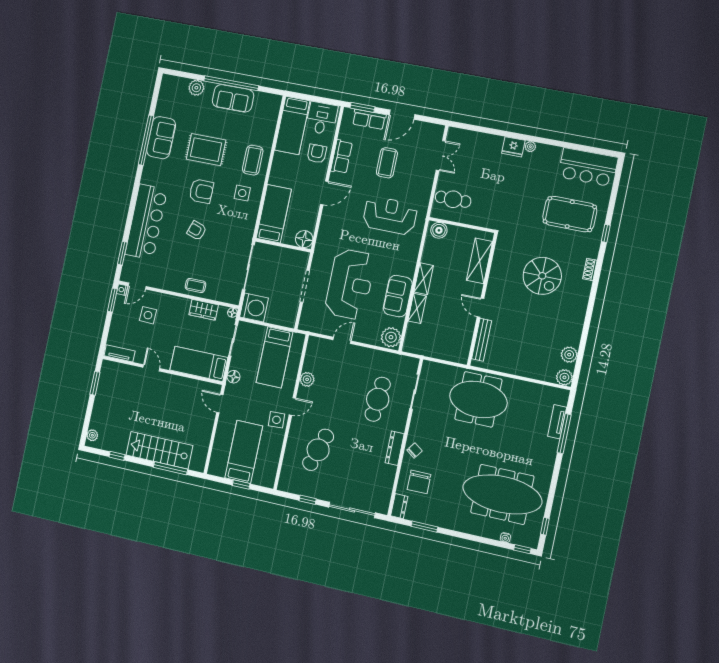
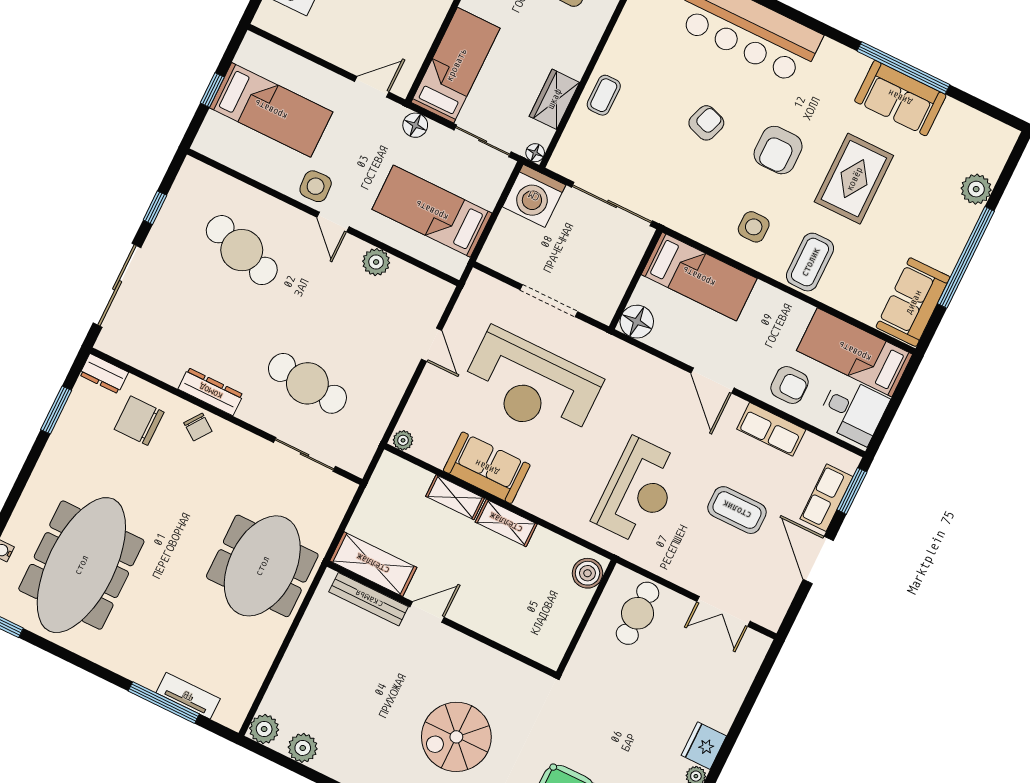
sofa: (233, 98) -> (913, 302), moved
coffee table: (253, 160) -> (810, 262), turned 90
shelving: (480, 261) -> (373, 564), moved
plant: (391, 337) -> (403, 440), width x0.53, depth x0.53

